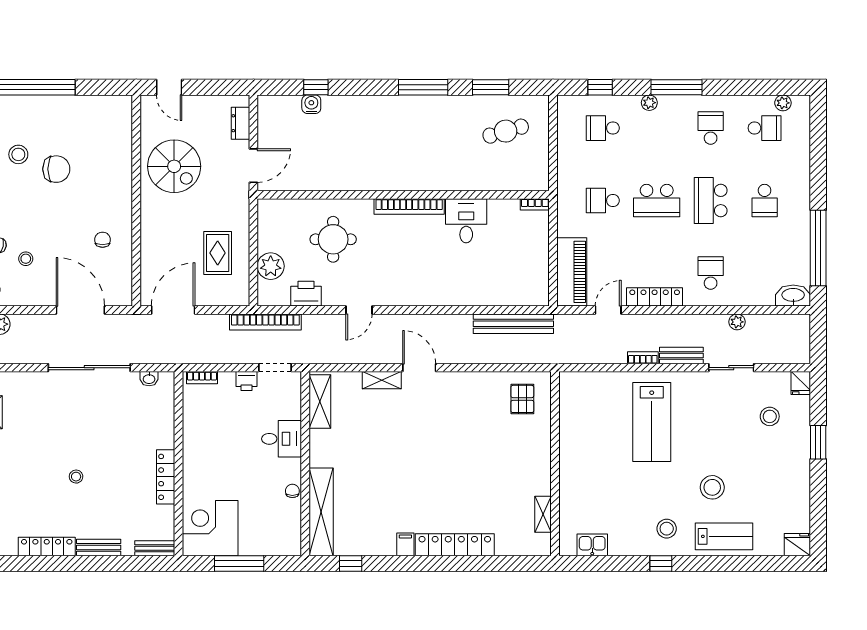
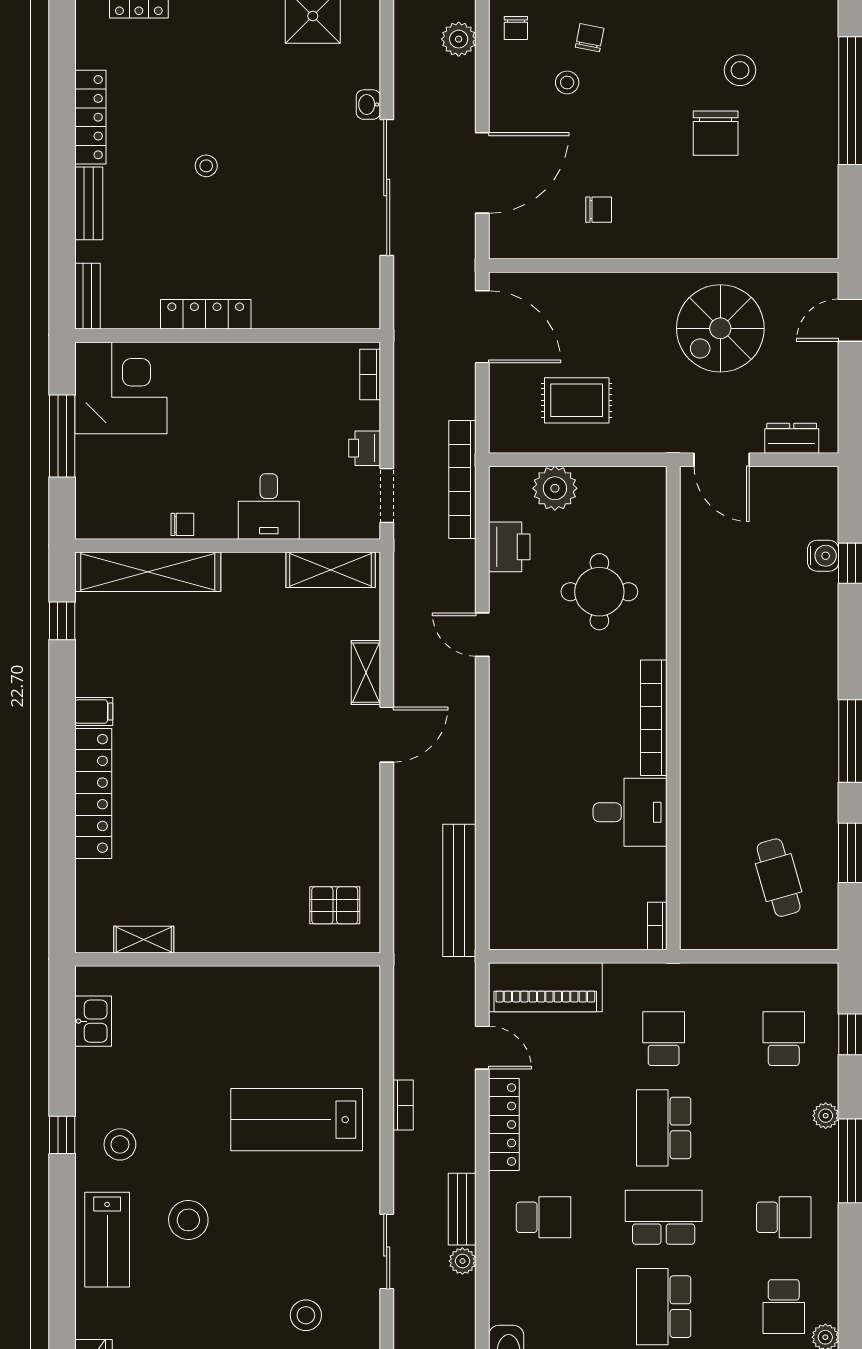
school desk: (765, 201) -> (664, 1307), width x1.85
bench: (681, 355) -> (462, 1209), moved
washbasin: (149, 379) -> (368, 105), moved

